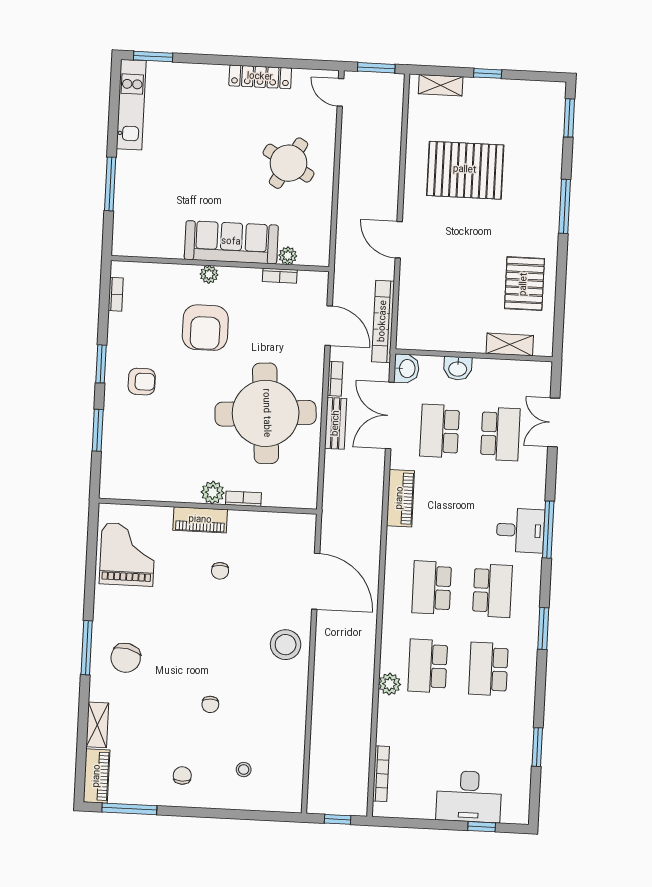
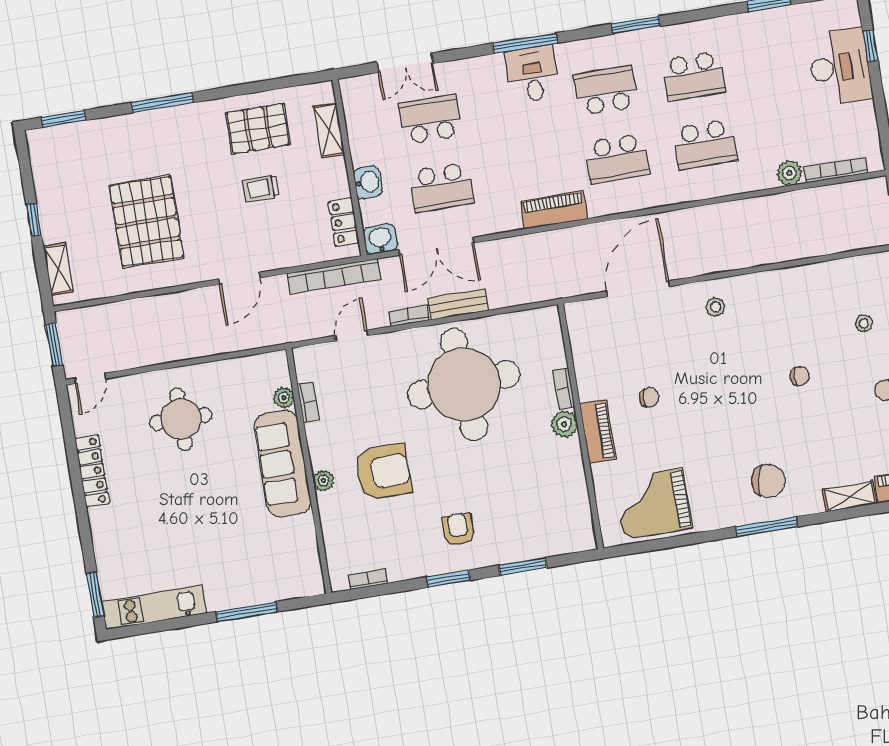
round table: (289, 163) -> (181, 419), turned -30
trolley: (472, 275) -> (260, 188), added
door: (329, 326) -> (351, 336), width x0.73
locker: (428, 340) -> (344, 222), added
piano: (400, 498) -> (554, 210), moved
stool: (286, 645) -> (715, 307), width x0.53, depth x0.53
plant: (390, 684) -> (789, 173), moved

